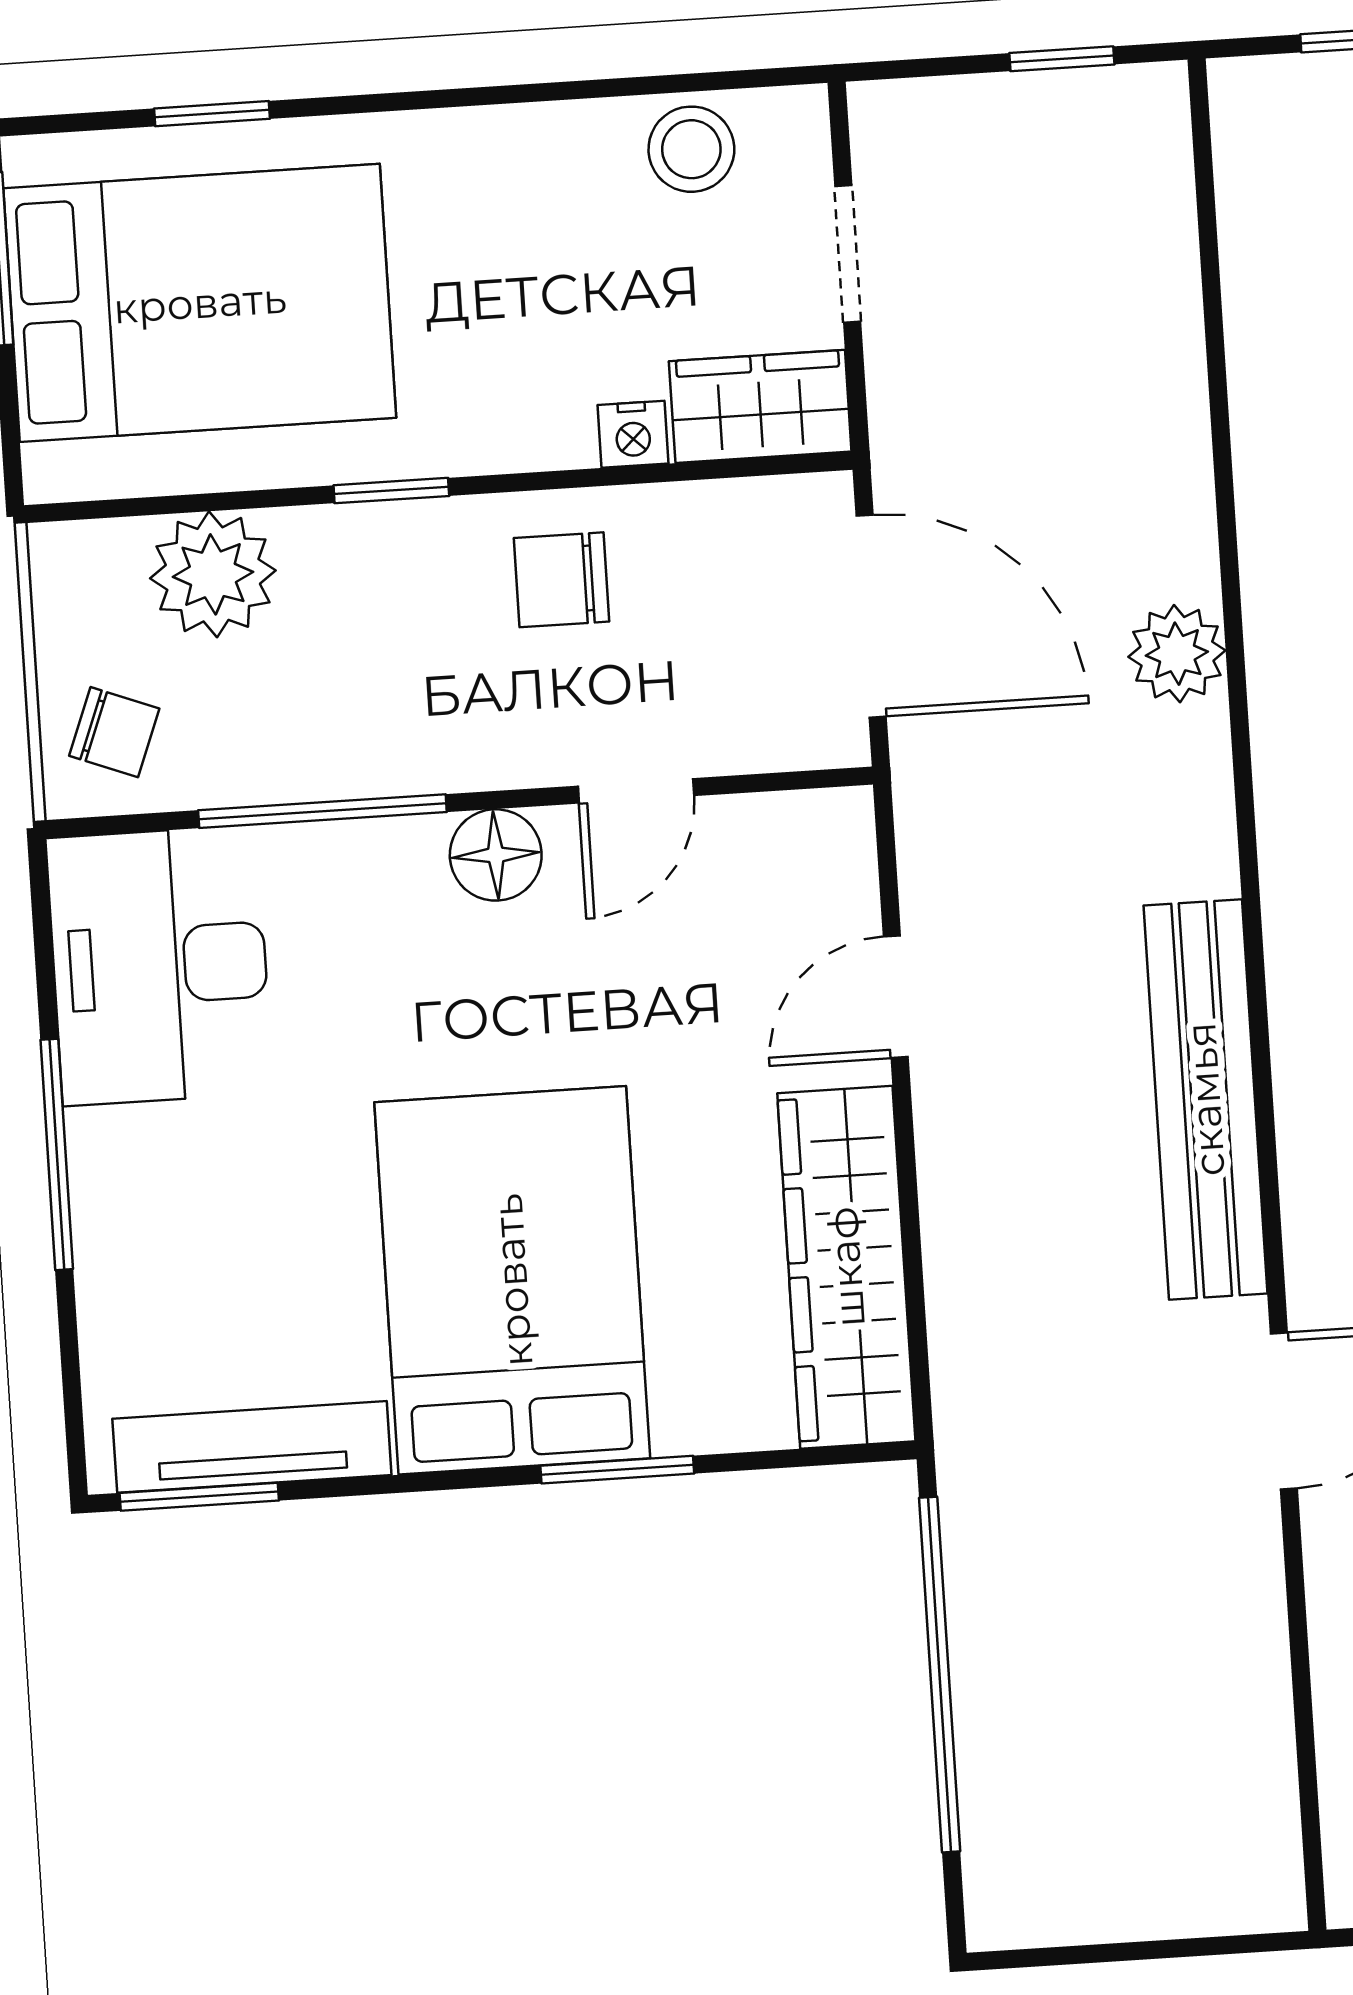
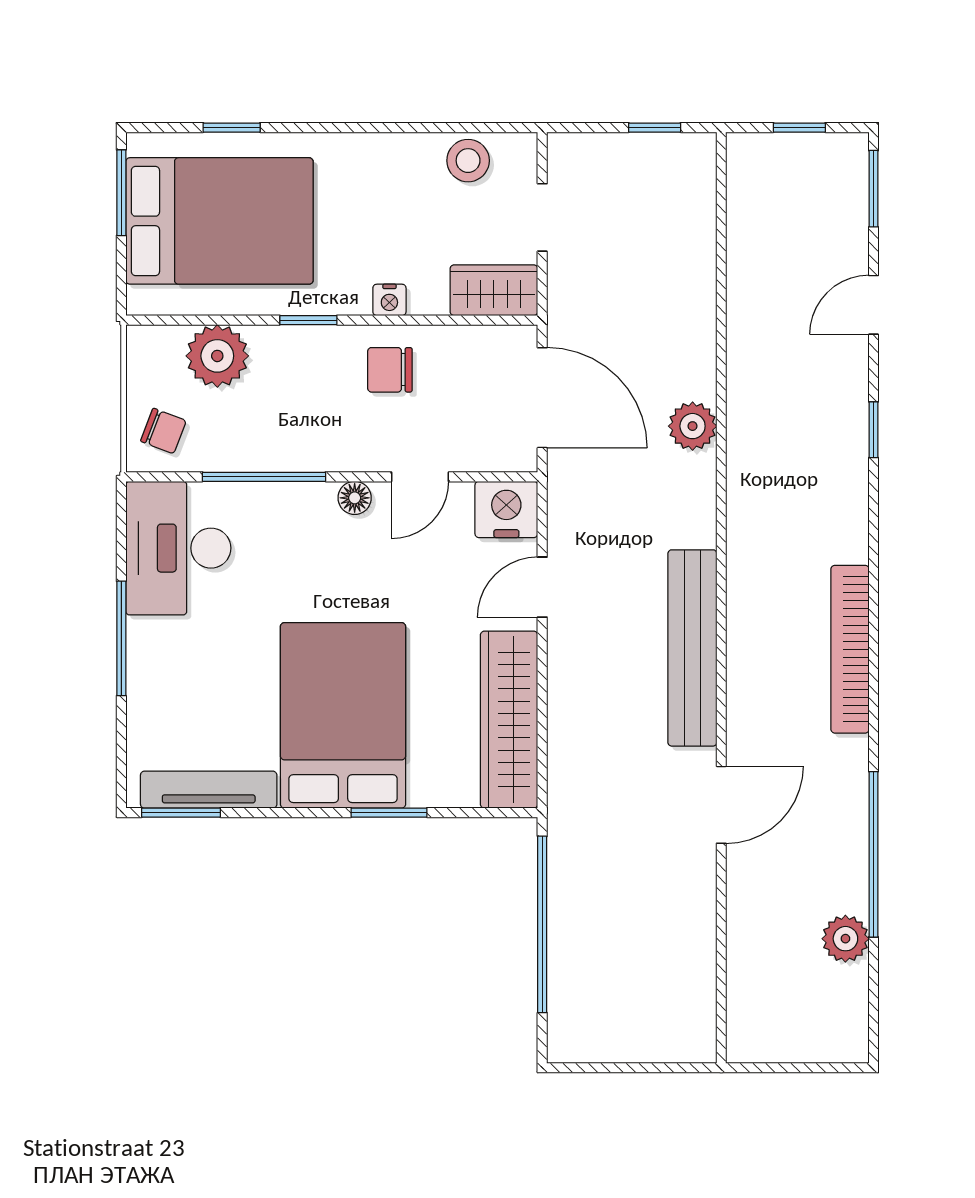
nightstand: (633, 434) -> (389, 300), moved
nightstand: (814, 845) -> (506, 509), added
floor lamp: (496, 855) -> (355, 498), width x0.73, depth x0.73

